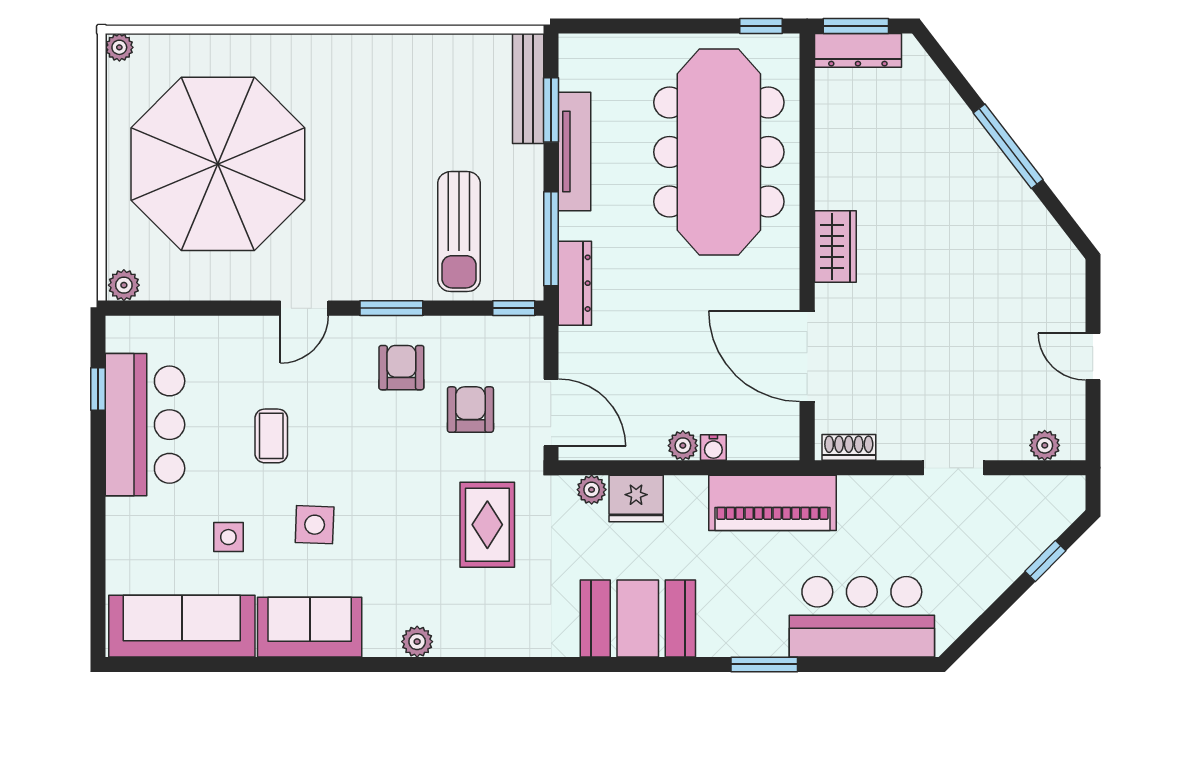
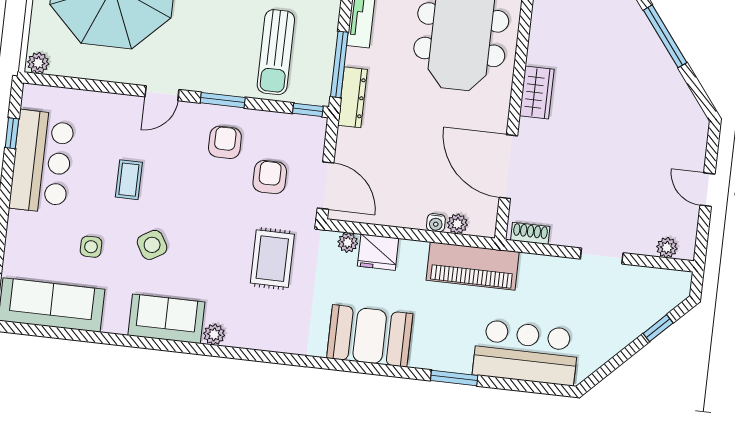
plant: (683, 446) -> (457, 224), moved
side table: (315, 525) -> (152, 245), turned -32
sofa: (310, 627) -> (166, 319), moved

